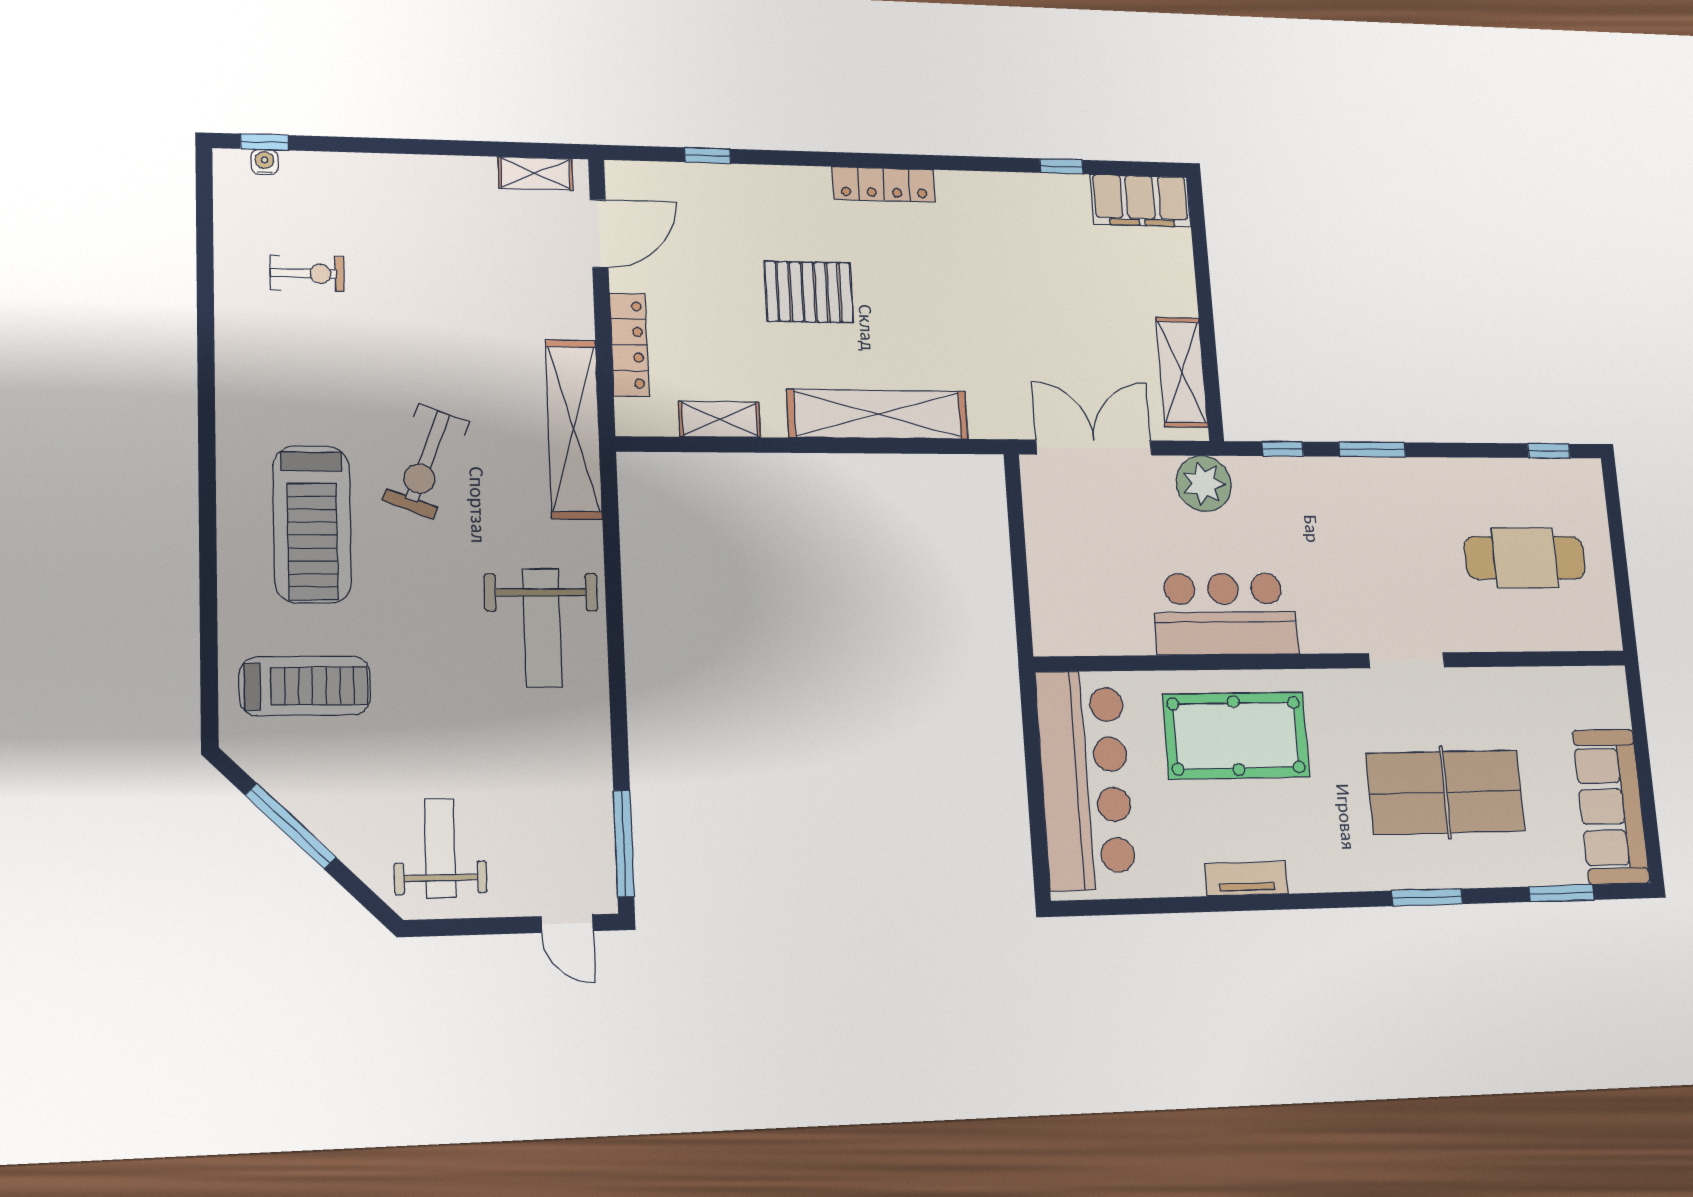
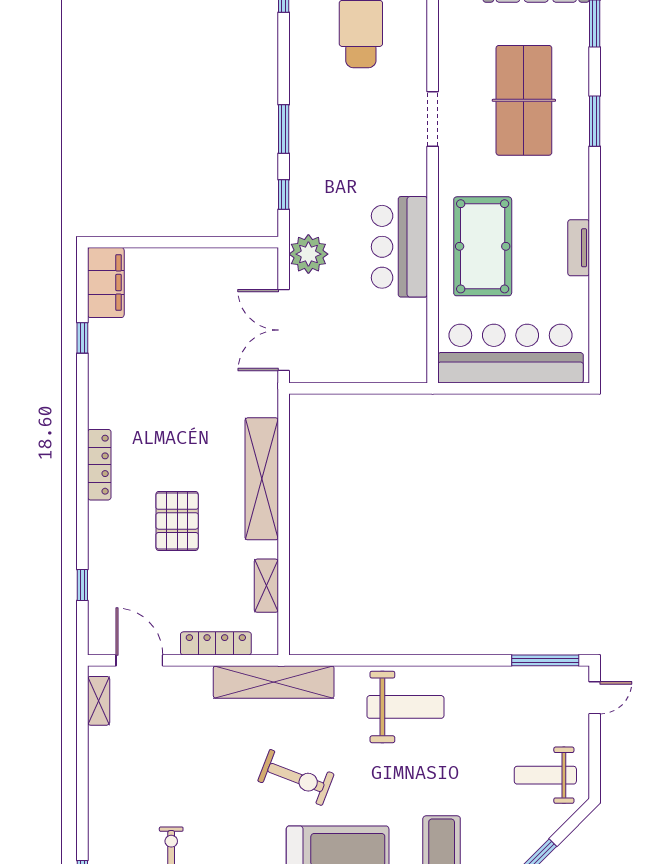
shelving: (1182, 372) -> (230, 263), removed

